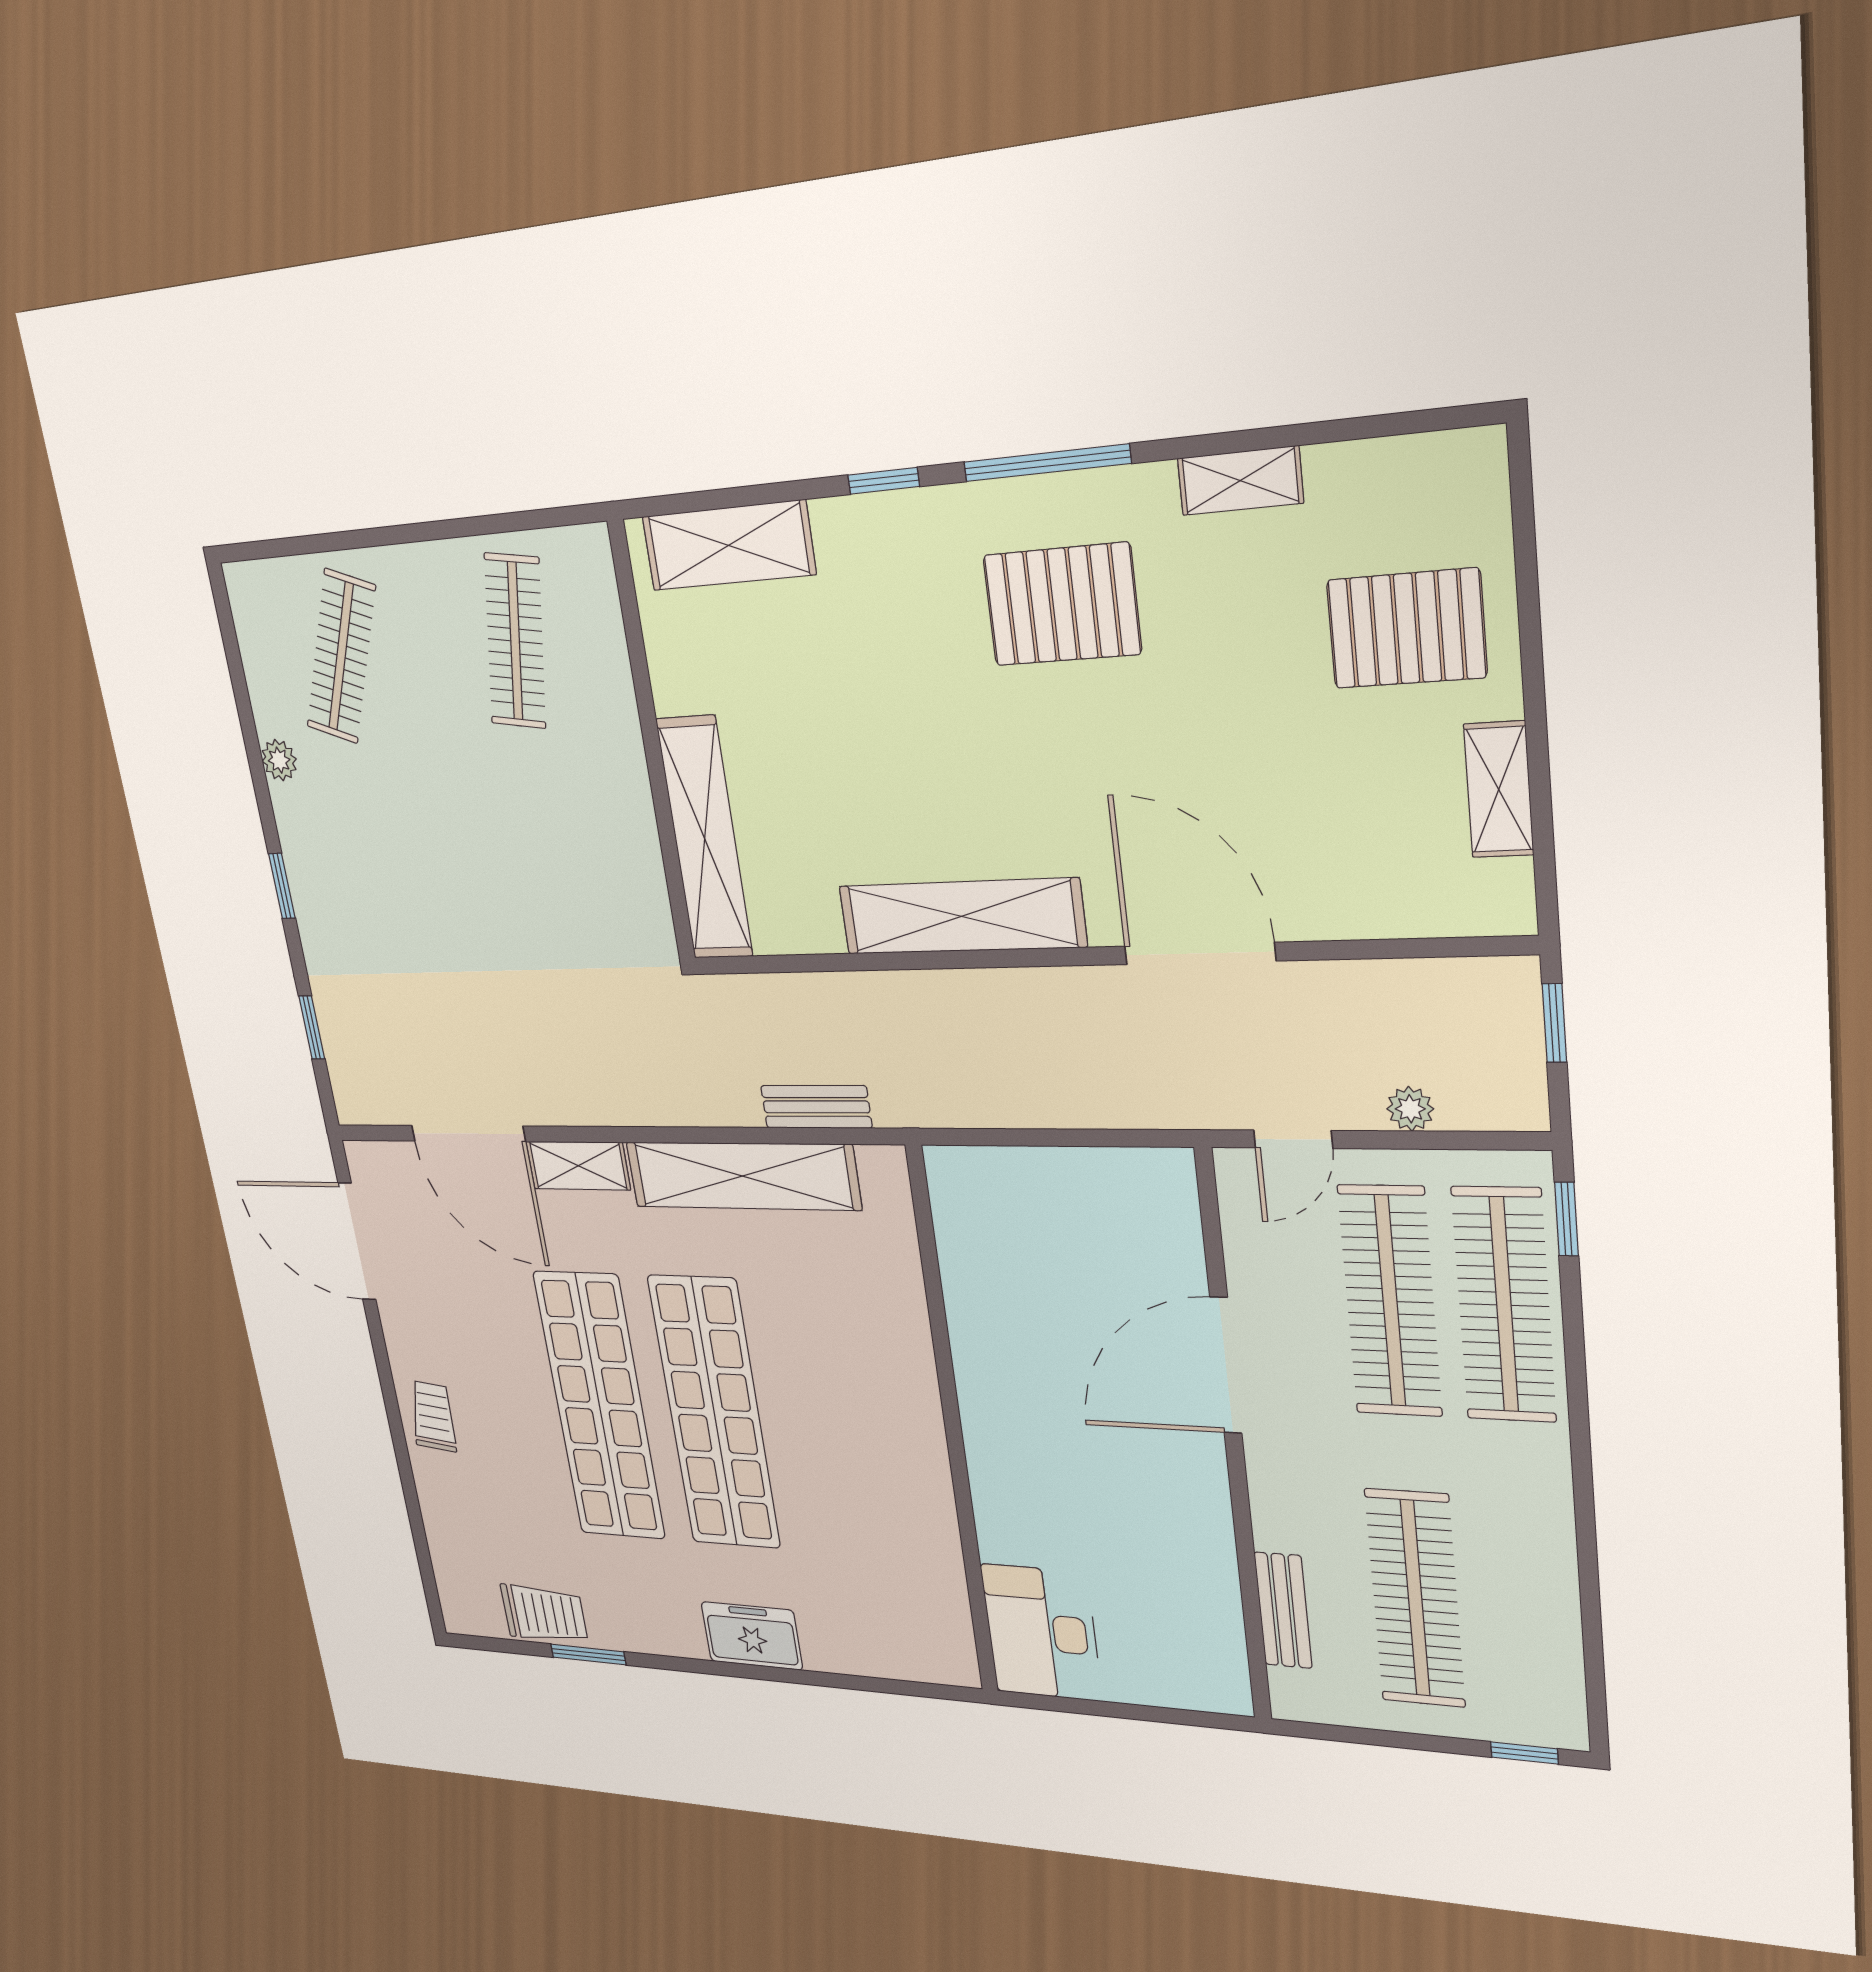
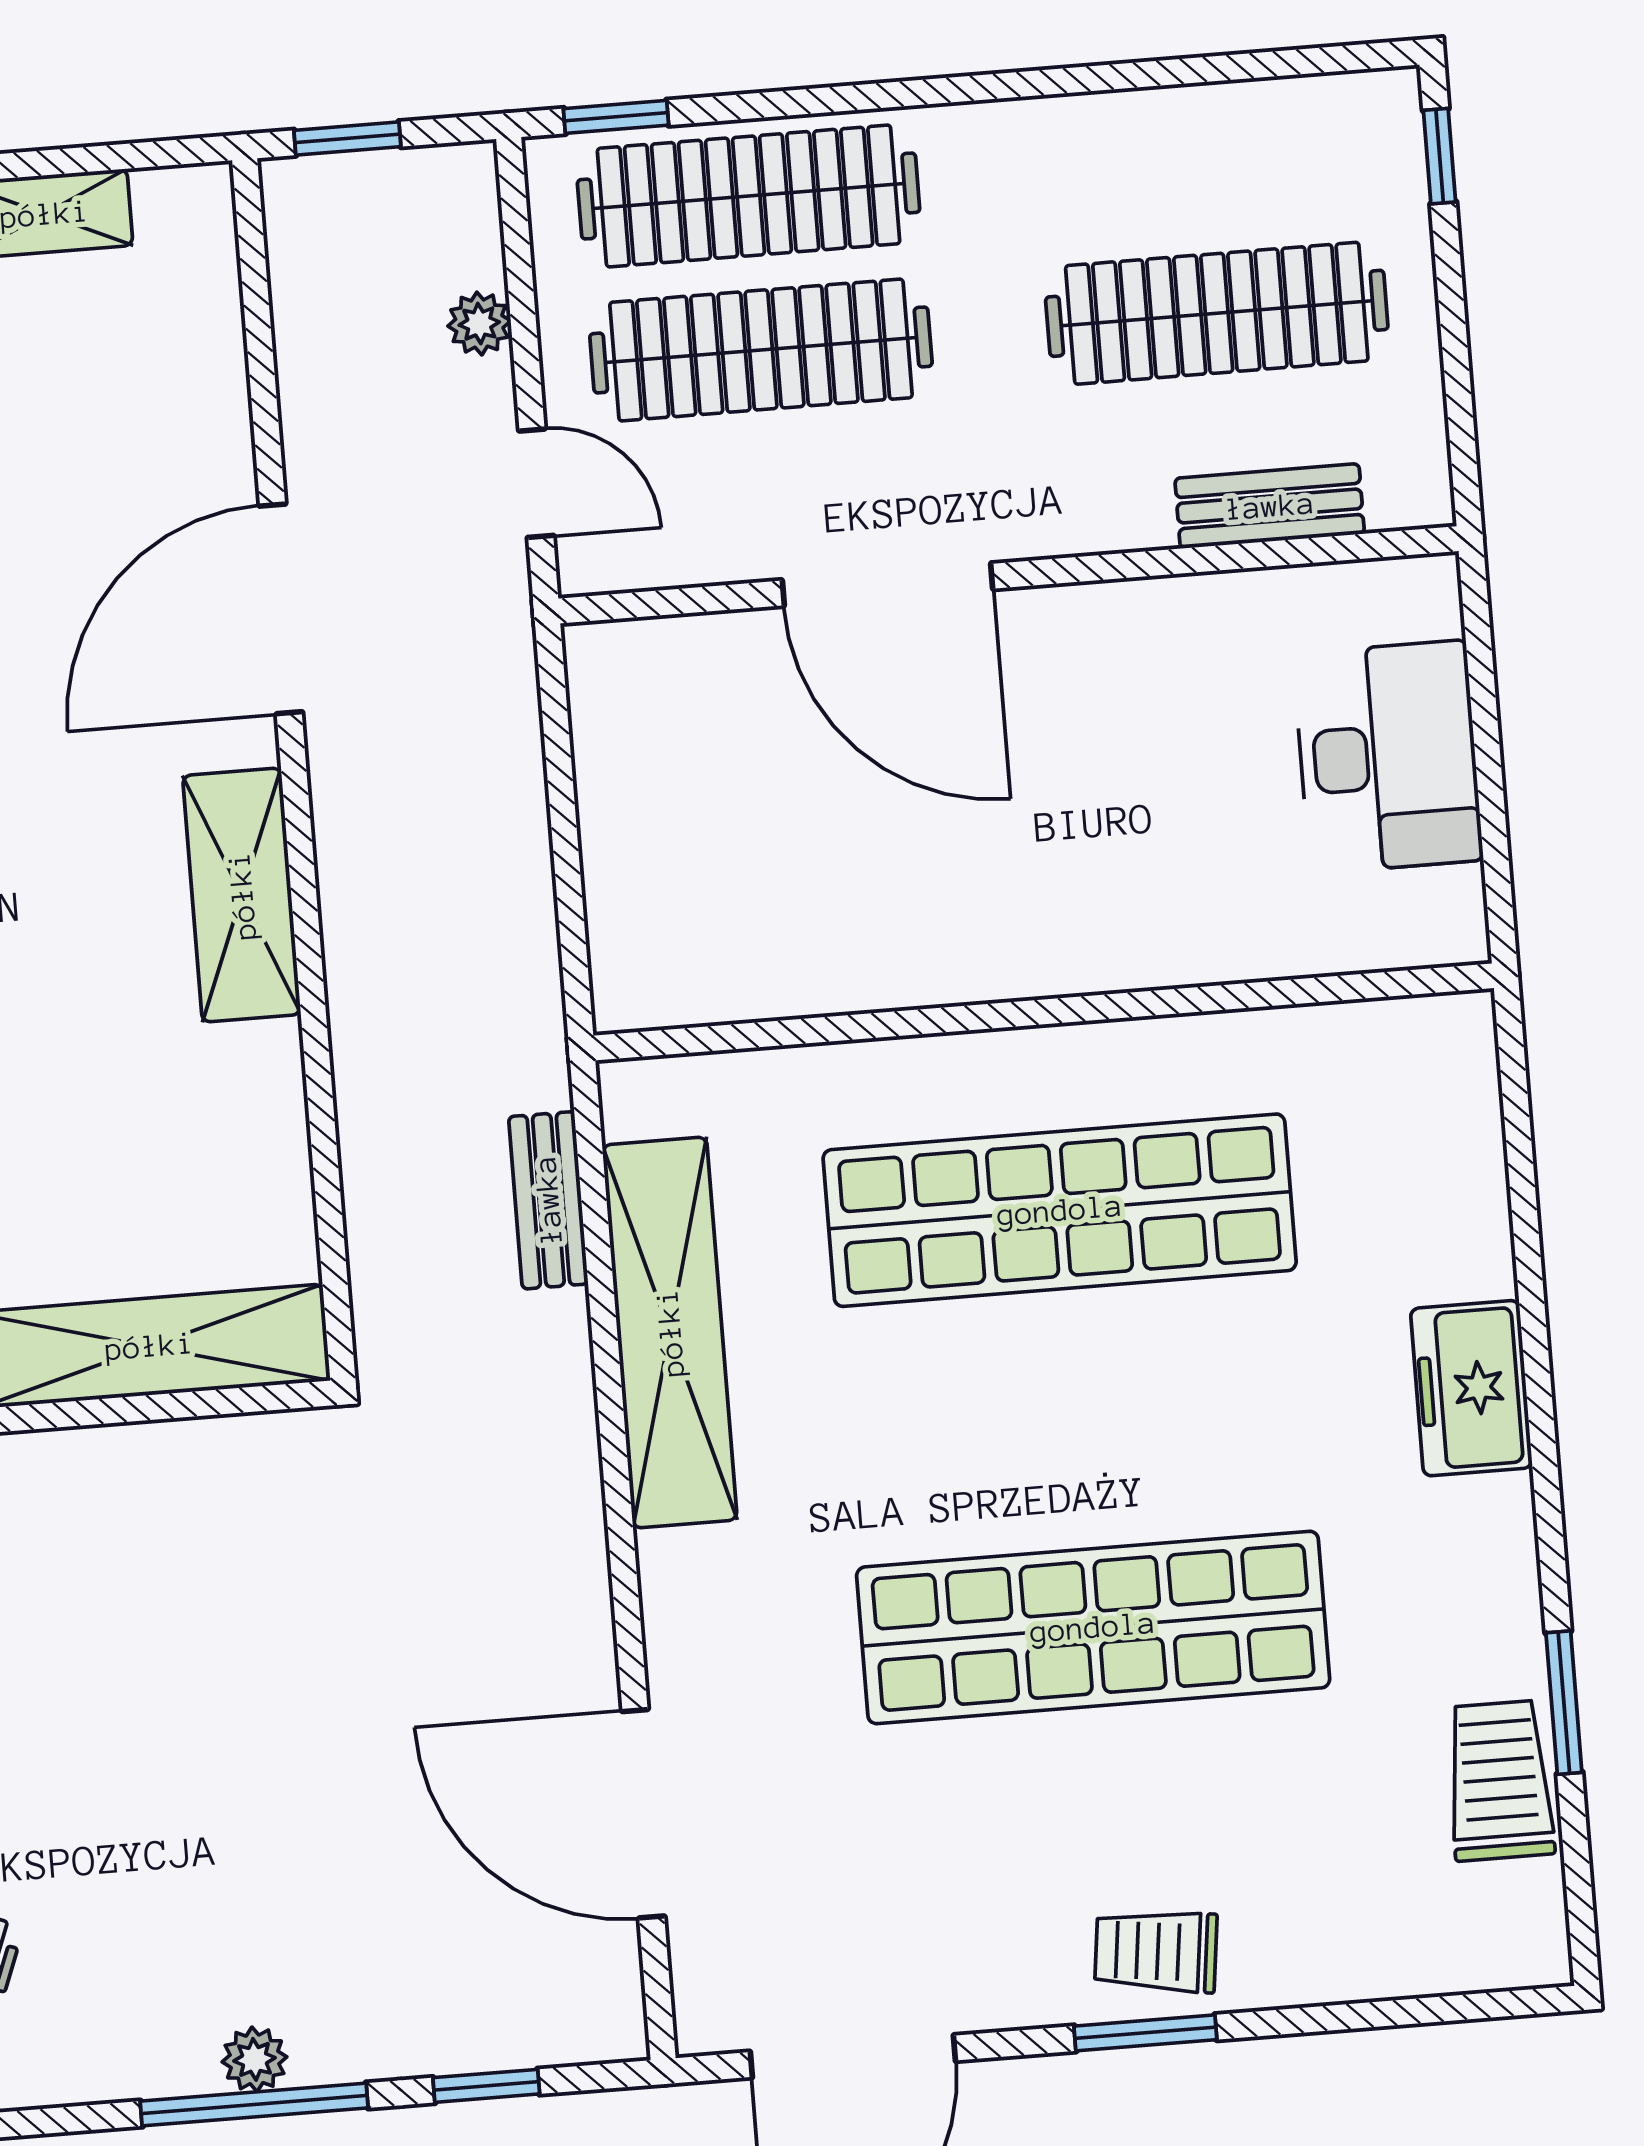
plant: (279, 760) -> (255, 2059), moved
window: (282, 886) -> (254, 2105), width x2.17
shelving: (961, 916) -> (242, 895), width x0.68
door: (468, 1134) -> (643, 1814), swing flipped
shelving: (578, 1166) -> (679, 1619), removed
window: (391, 1405) -> (1145, 2033), added
shop shelf: (714, 1413) -> (1060, 1210), moved
desk: (1041, 1632) -> (1388, 757), moved, turned -90

